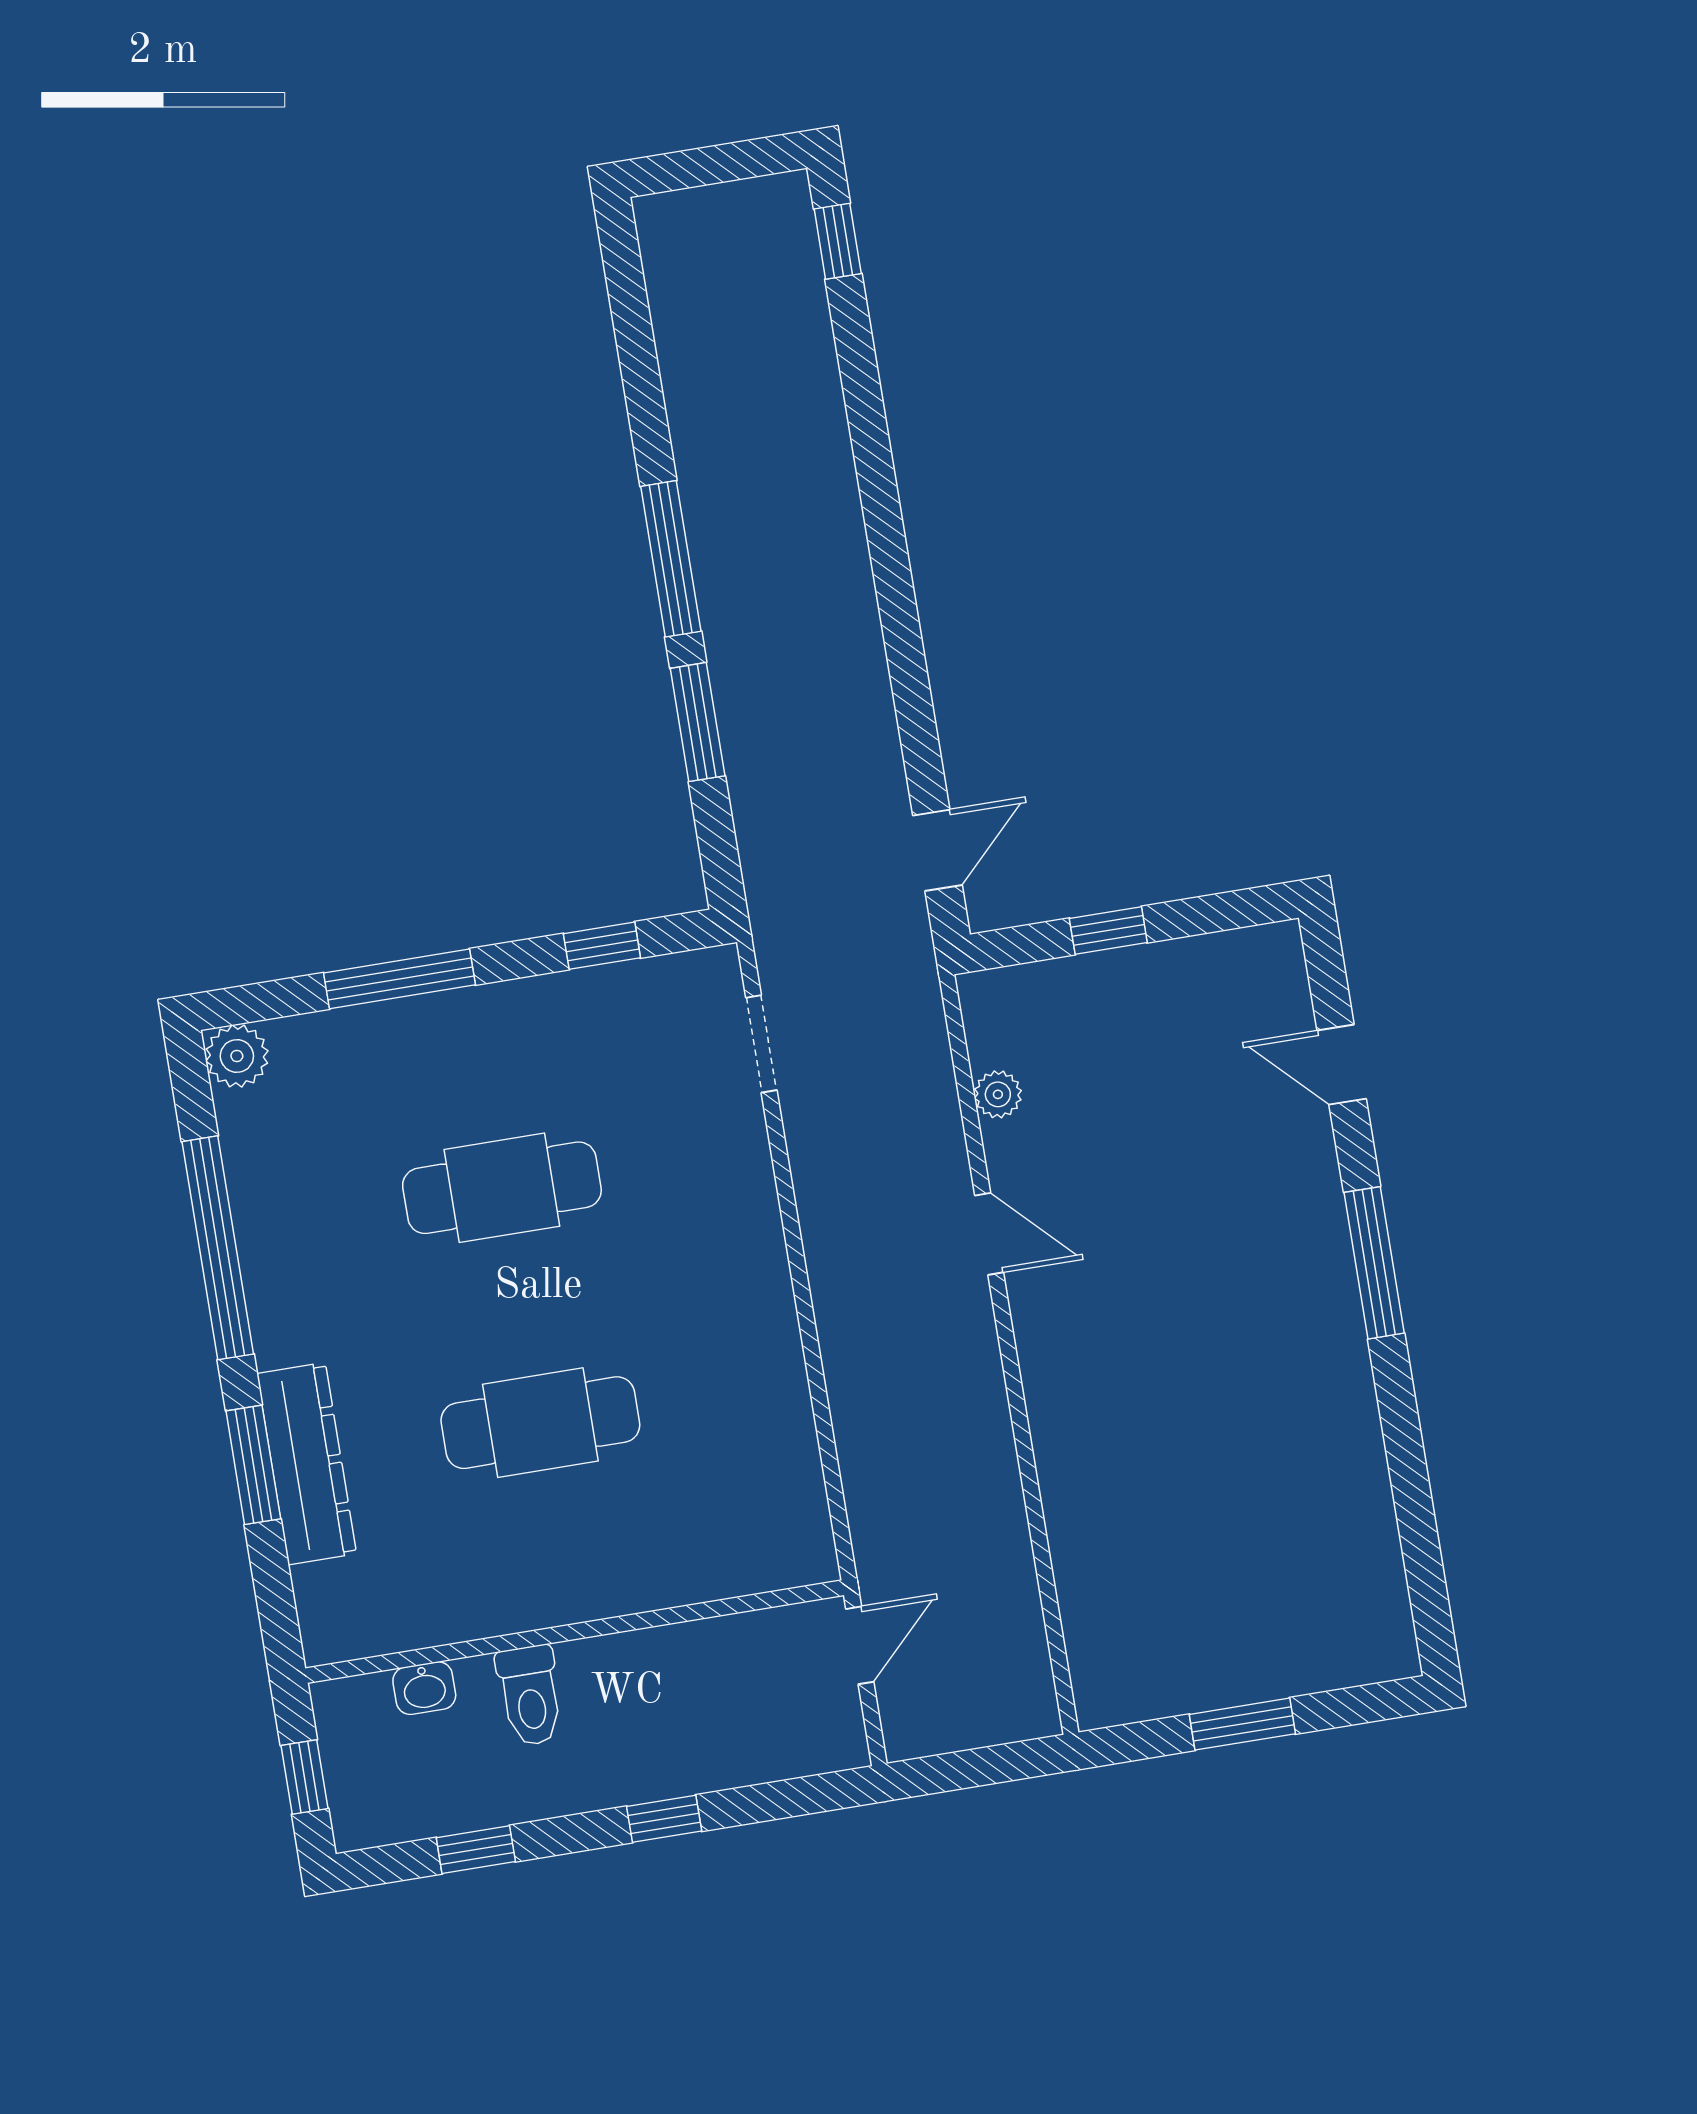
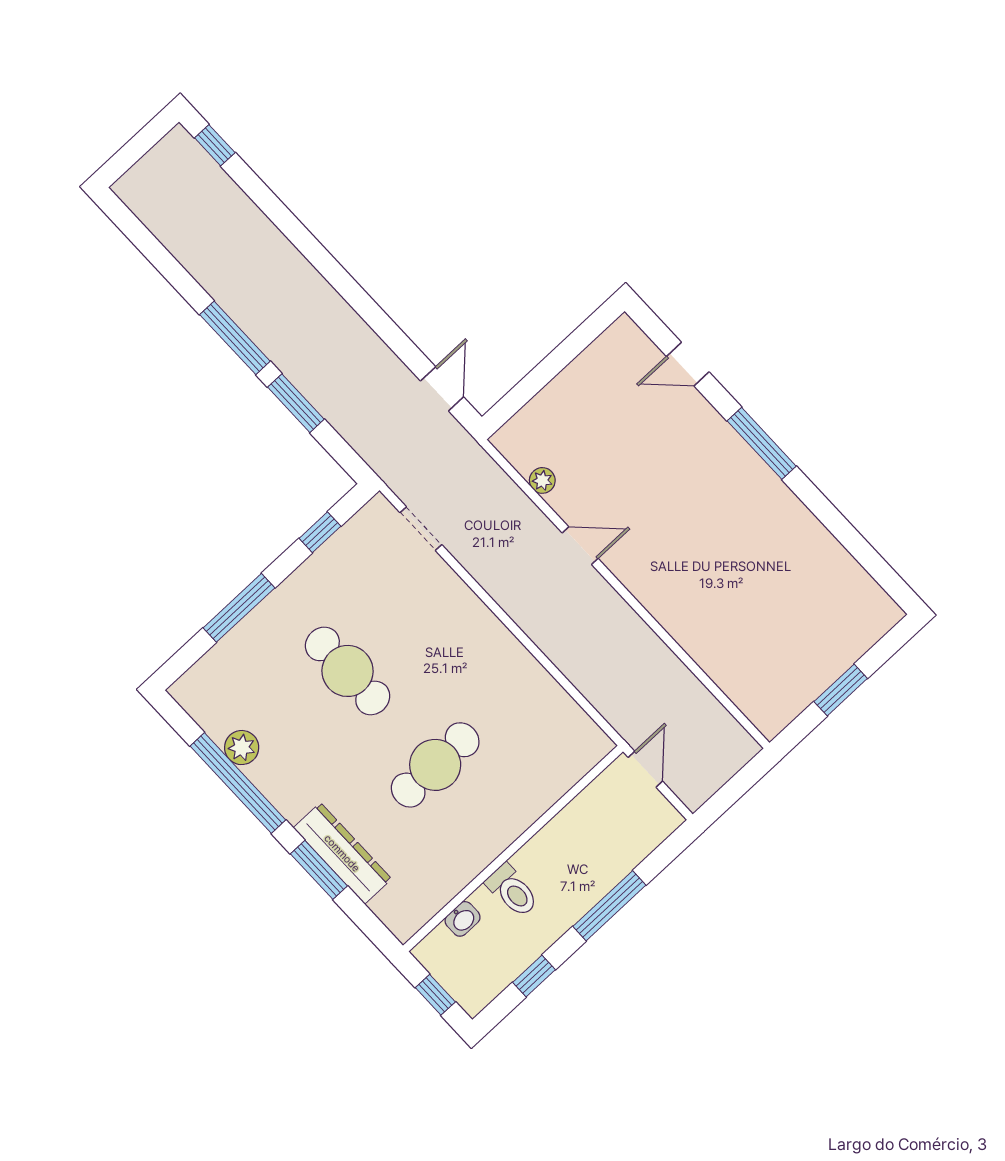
window: (1108, 930) -> (543, 374), removed
plant: (237, 1056) -> (242, 748), moved
cafe table: (502, 1188) -> (348, 671), turned 90
window: (664, 1819) -> (609, 906), width x2.17

